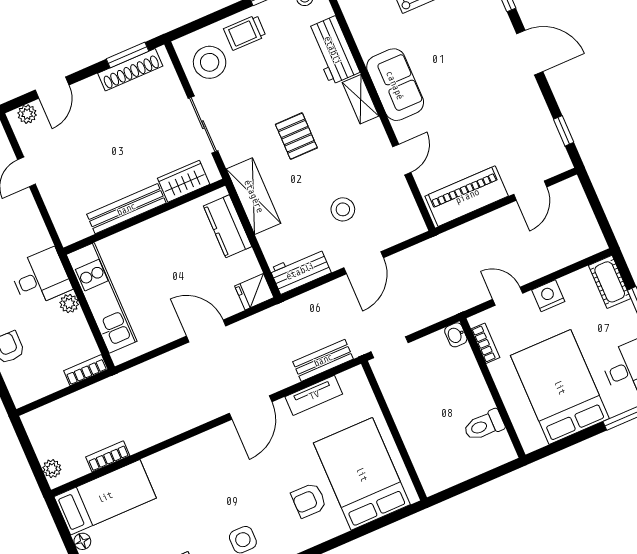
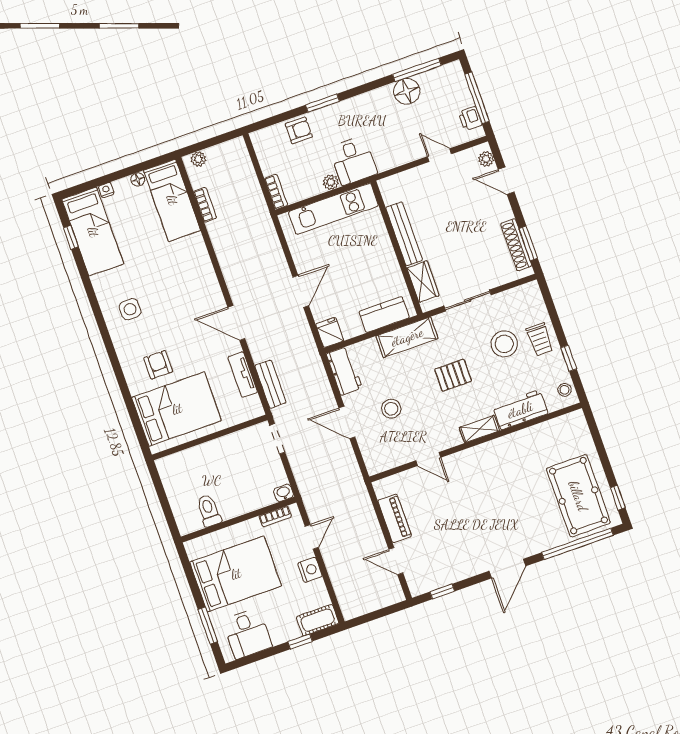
trolley: (245, 32) -> (540, 339), turned 180
stool: (210, 62) -> (504, 344), moved
sofa: (395, 85) -> (489, 458), removed
piano: (467, 196) -> (395, 518), width x0.73, depth x0.75

